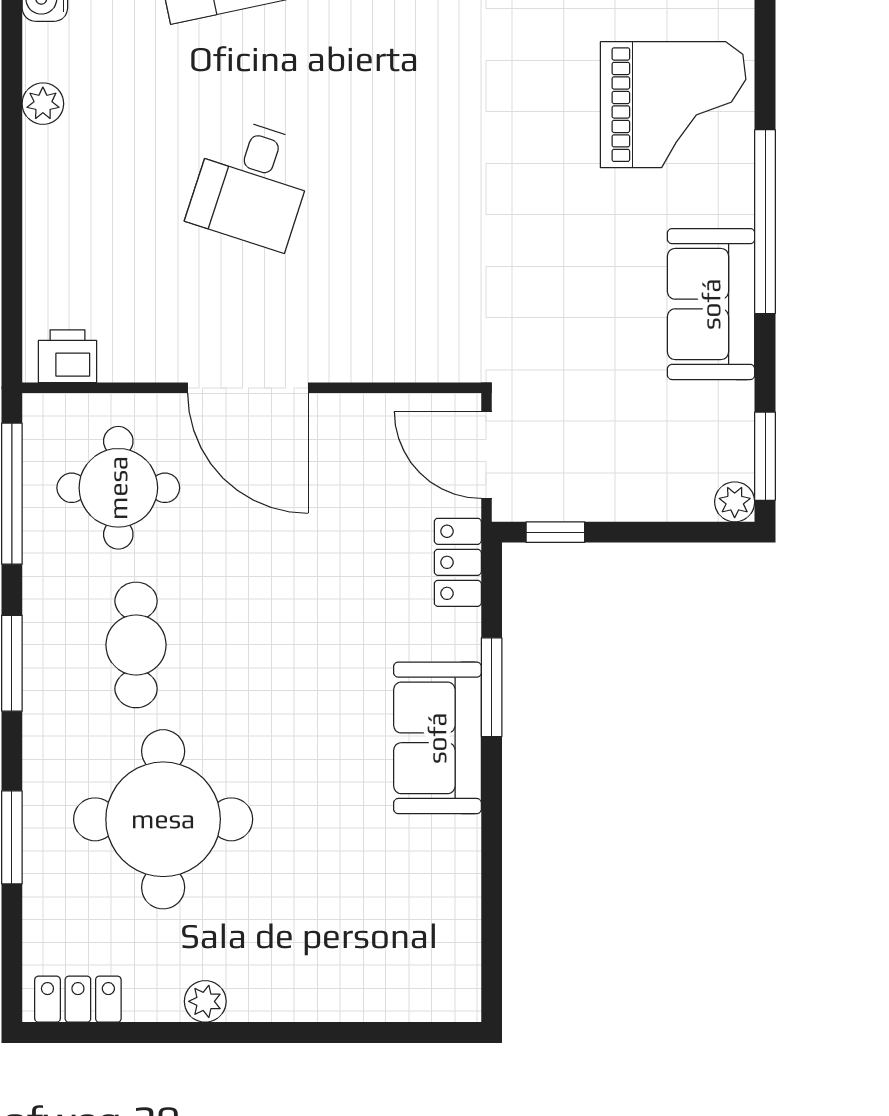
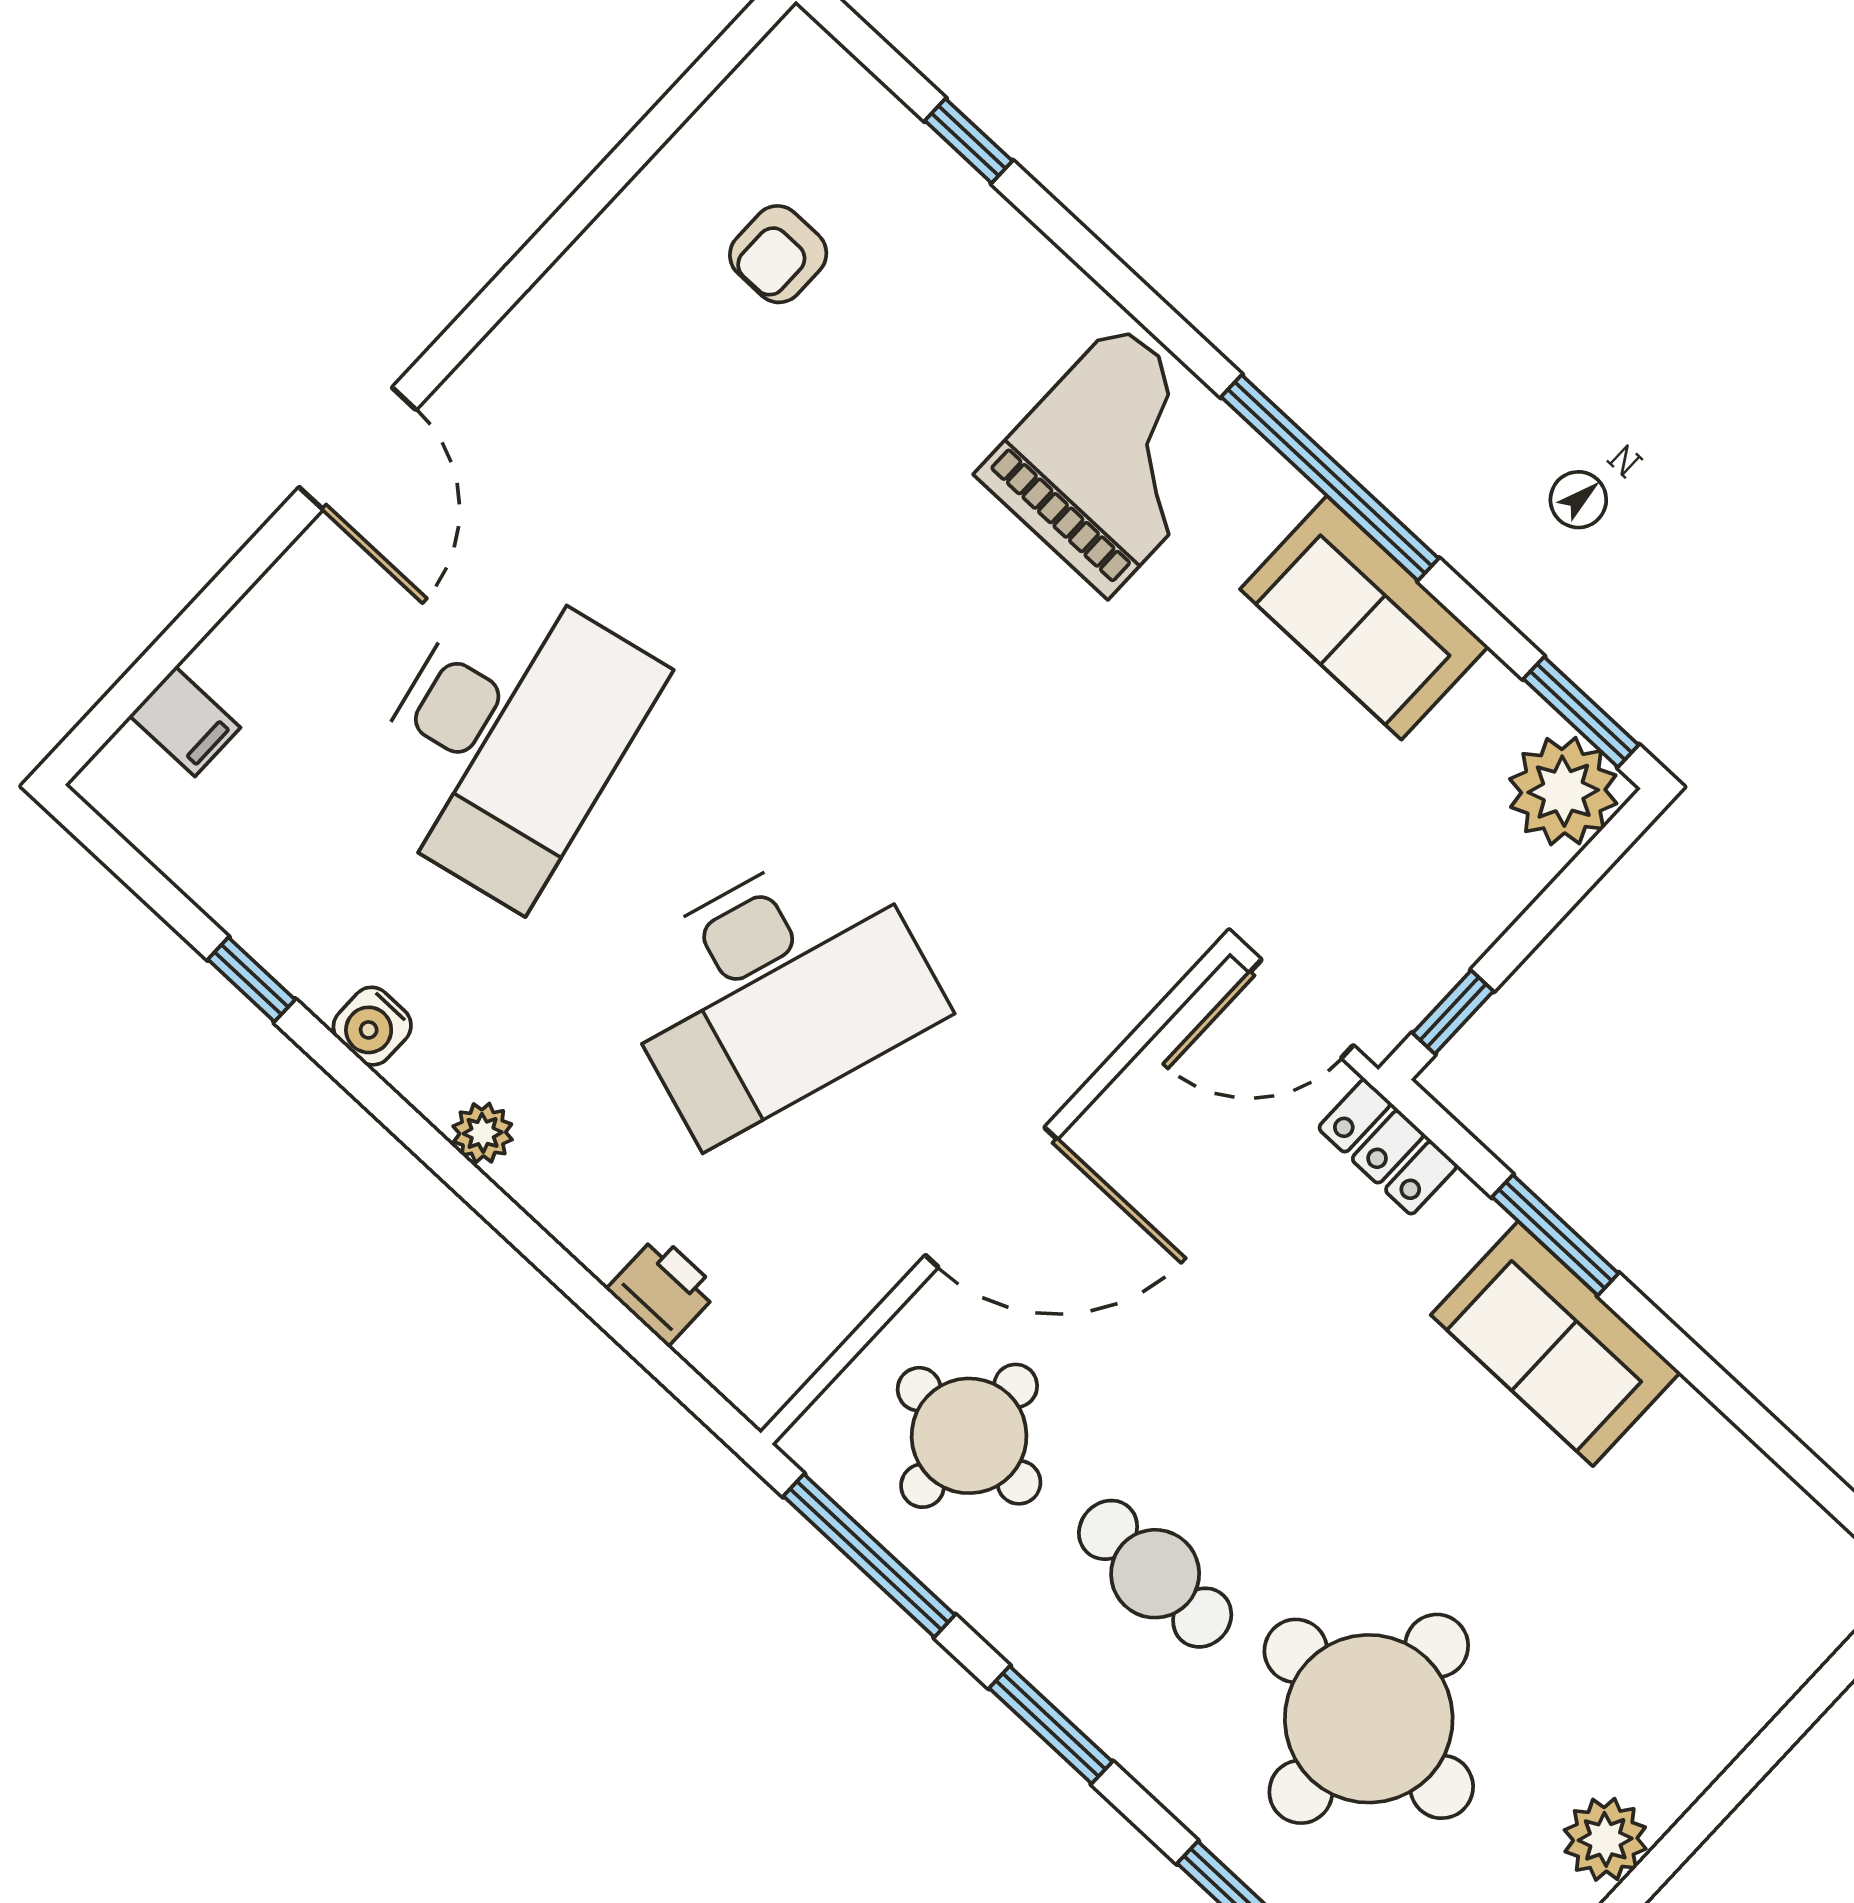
desk: (252, 183) -> (776, 989), width x1.87, depth x1.30
printer: (67, 356) -> (663, 1290), moved, turned 90
plant: (735, 502) -> (1563, 791), width x1.87, depth x1.87
plant: (205, 1001) -> (1605, 1839), width x1.38, depth x1.38

